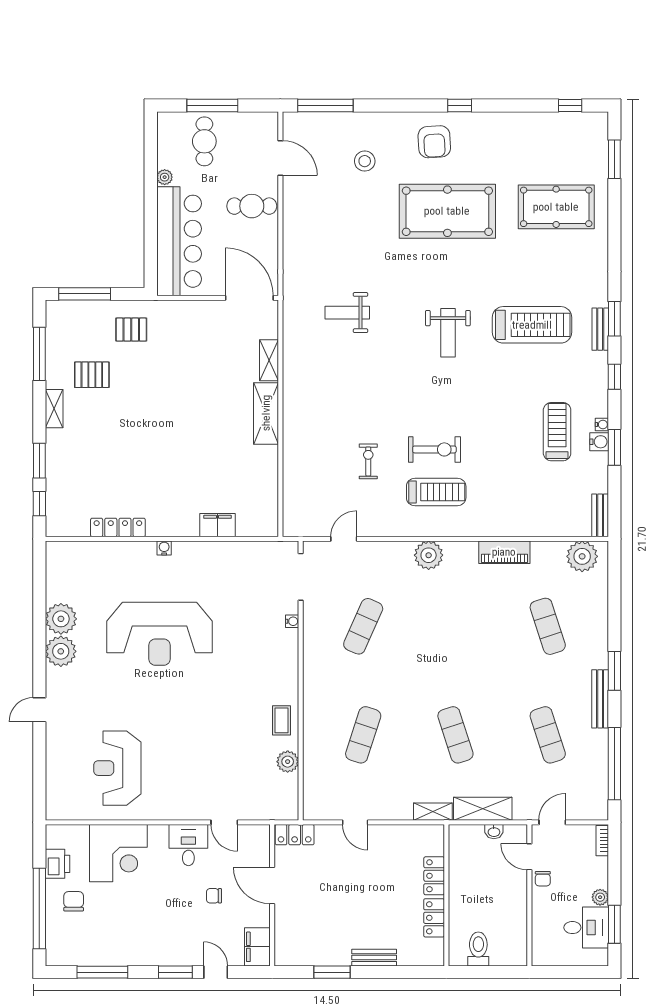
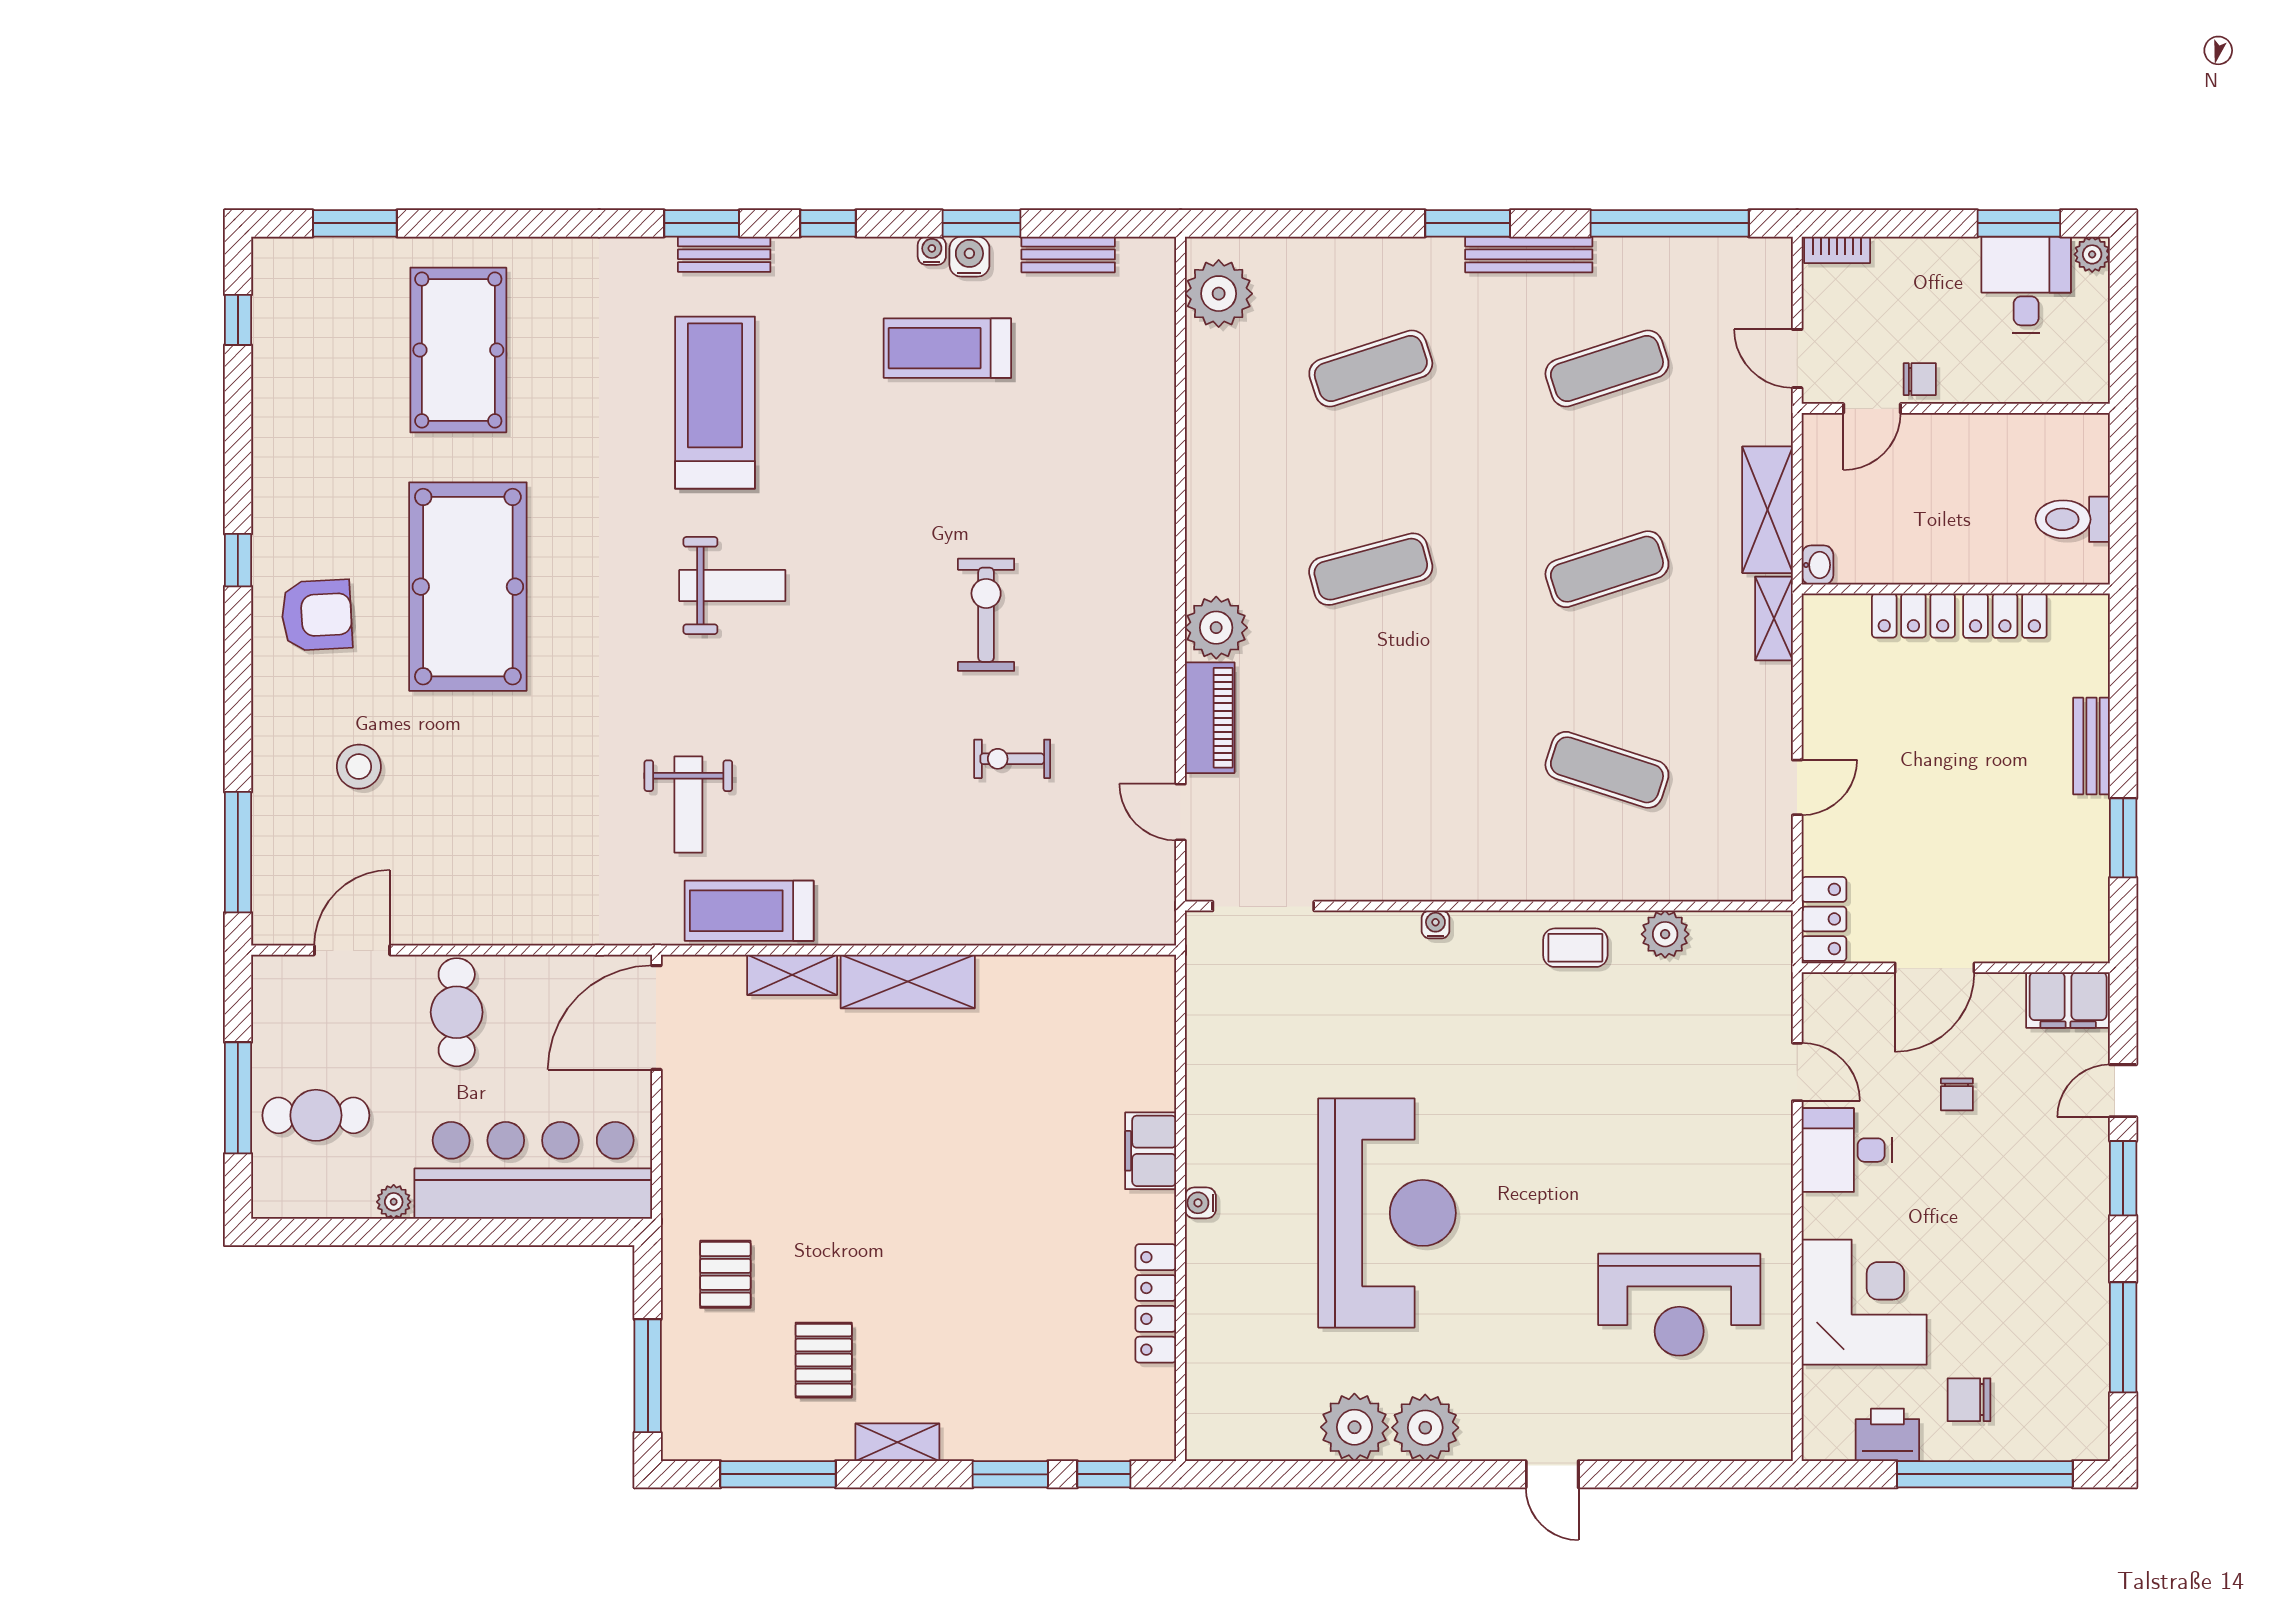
treadmill: (436, 492) -> (749, 911), moved, turned -90
bench: (600, 515) -> (1068, 254), moved
filing cabinet: (217, 525) -> (1151, 1151), moved
piano: (504, 552) -> (1210, 718), moved
water cooler: (292, 621) -> (1435, 924), moved
exercise mat: (363, 626) -> (1371, 569), moved, turned -39
door: (224, 822) -> (1797, 1072), hinge flipped
washbasin: (494, 832) -> (1817, 565), moved
plant: (600, 897) -> (2092, 254), moved

